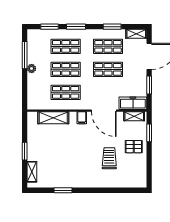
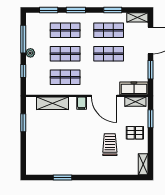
window: (25, 86) -> (23, 71), added
window: (25, 151) -> (23, 123), moved
shelving: (32, 172) -> (143, 164), moved

